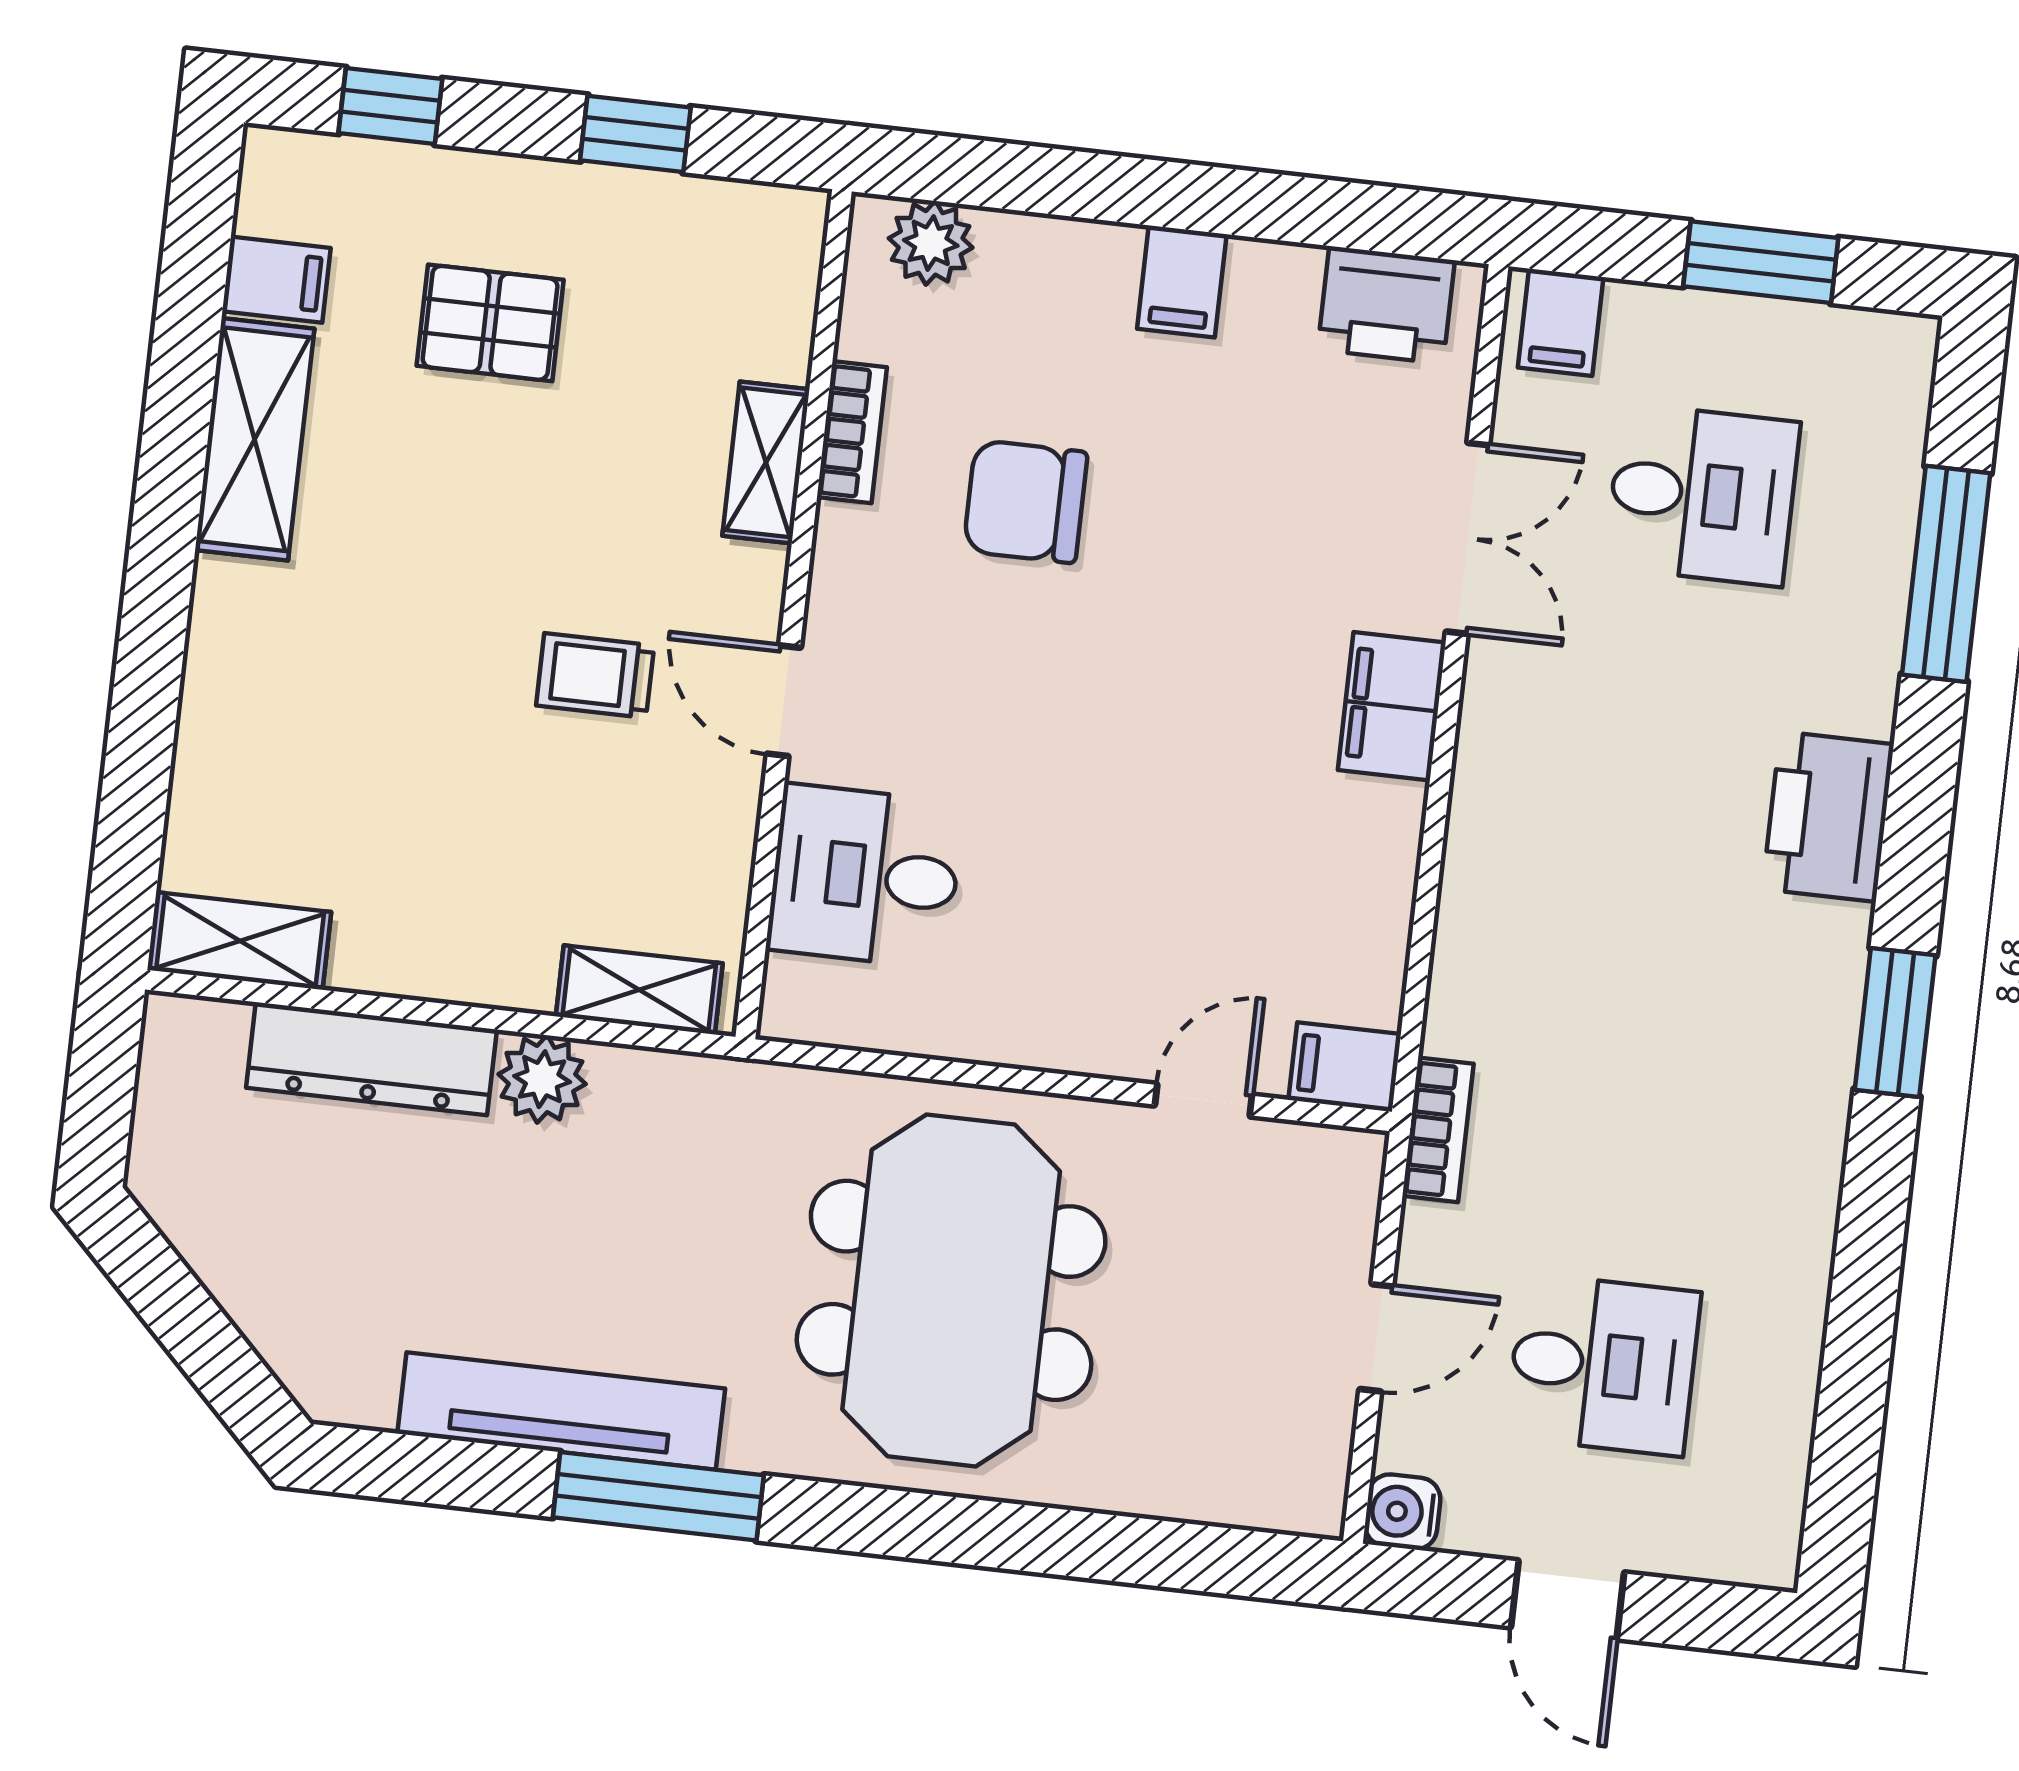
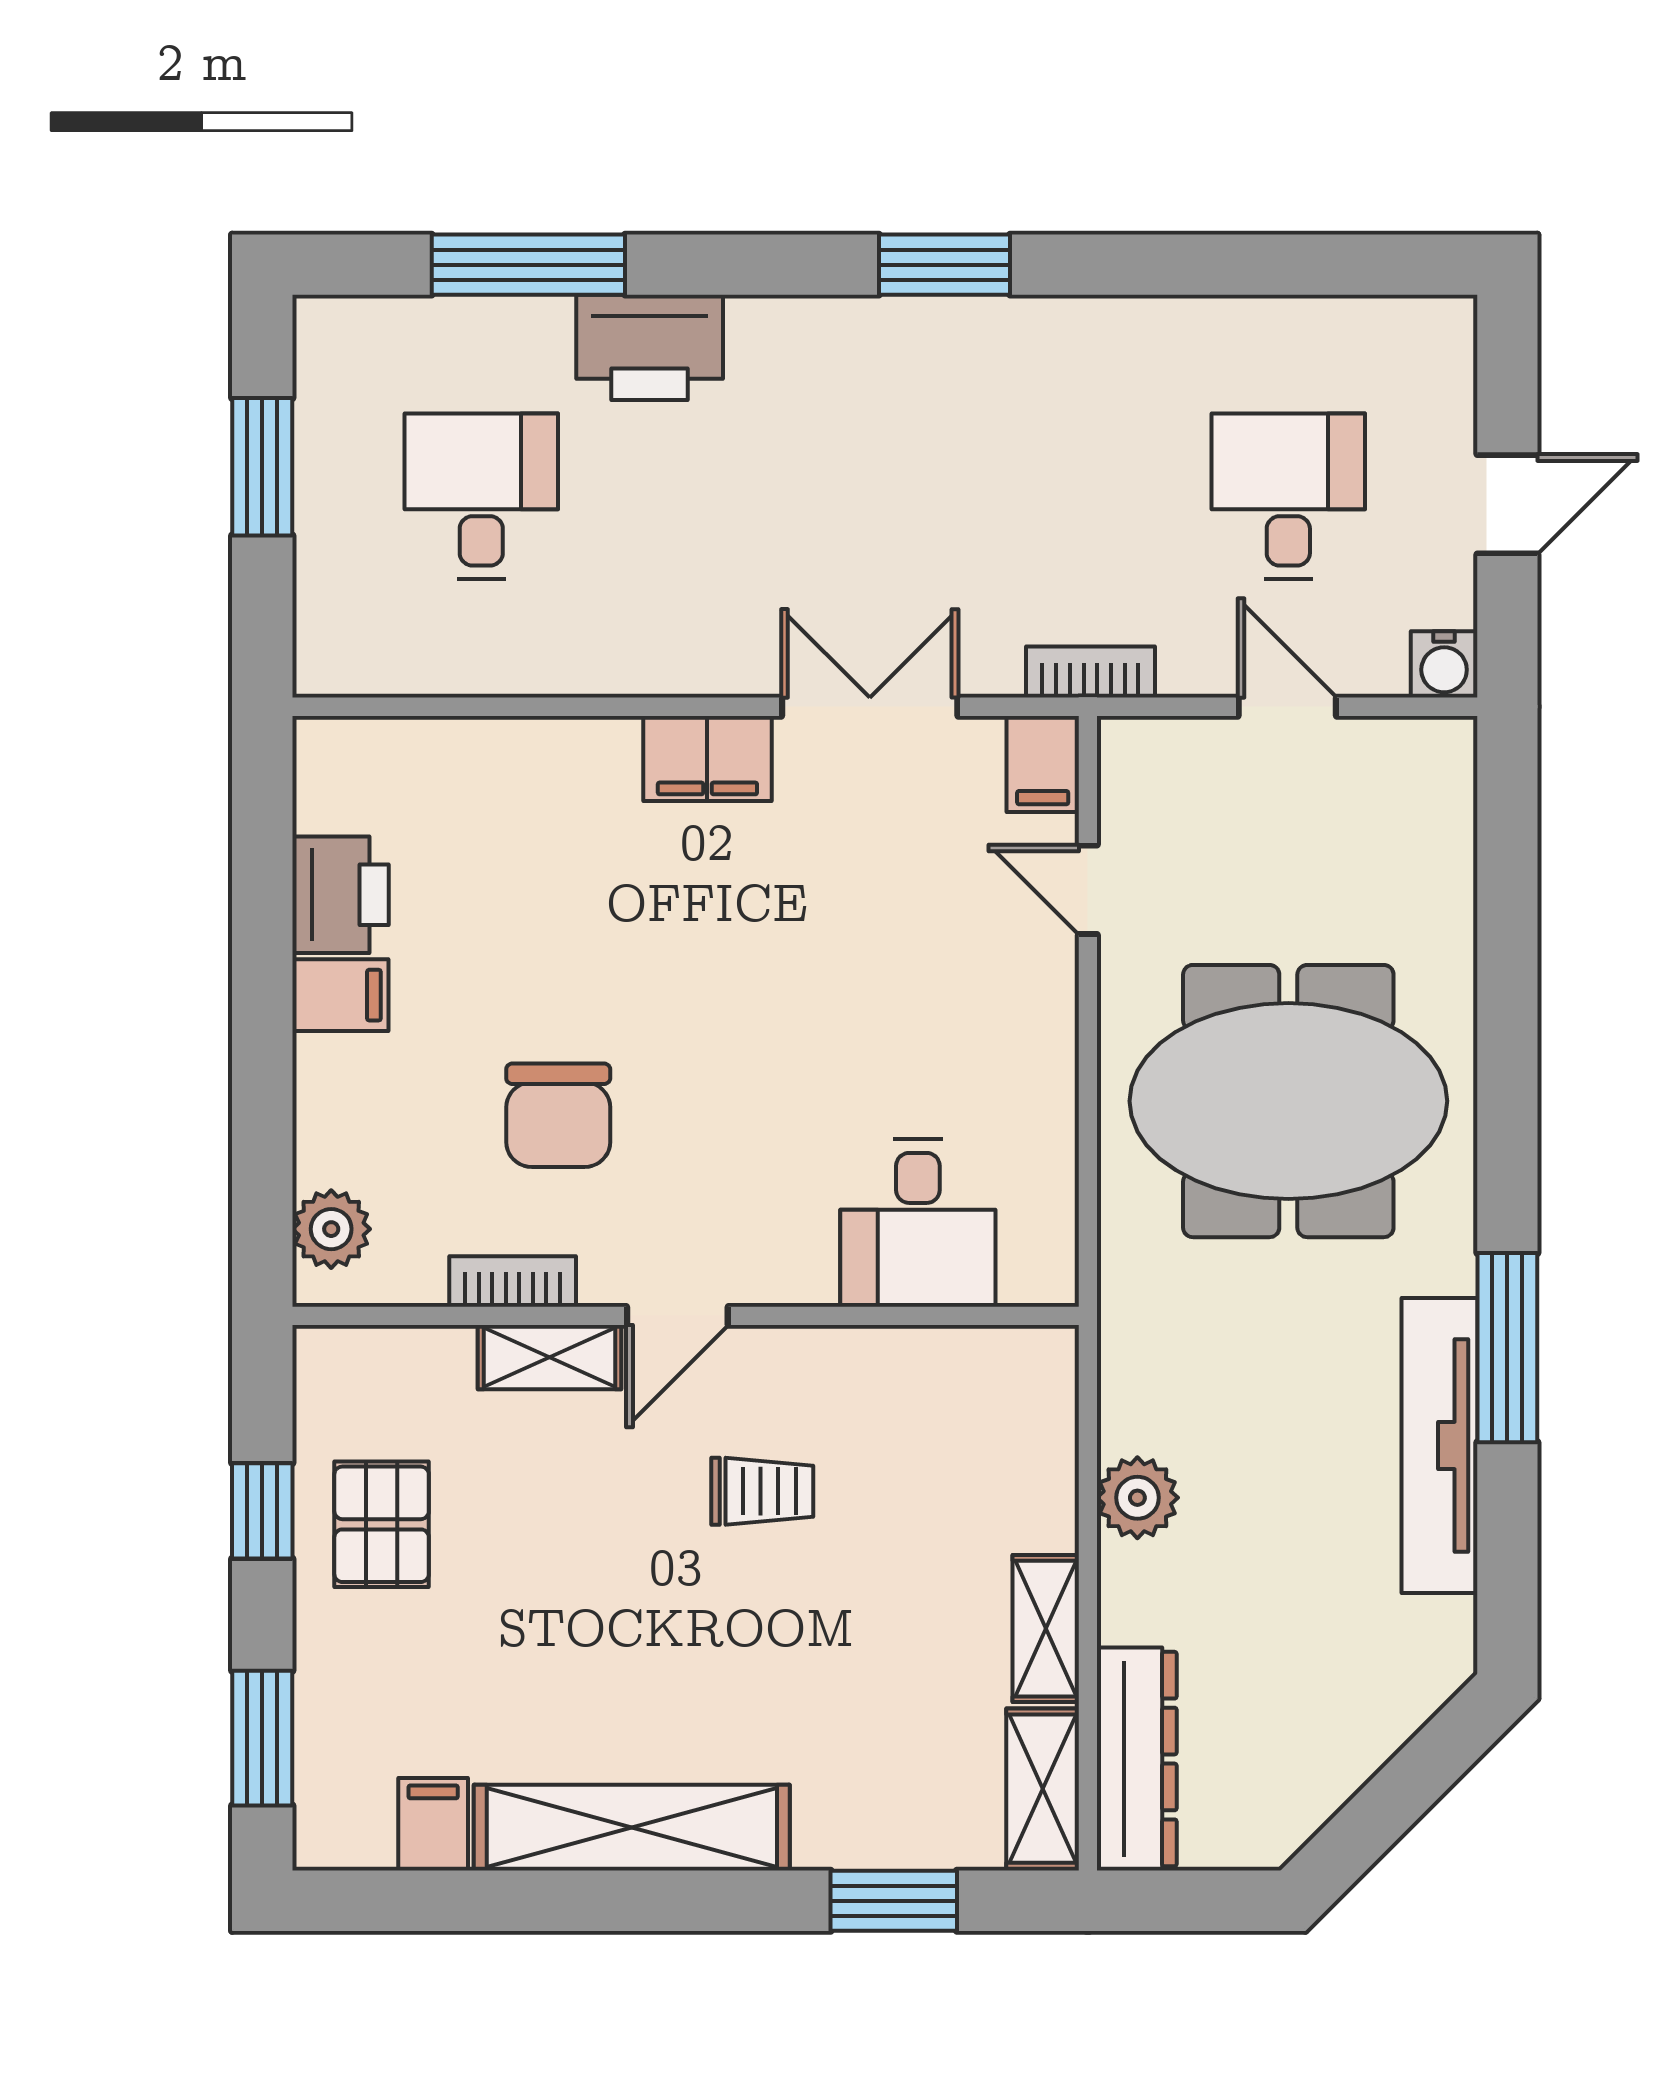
window: (390, 106) -> (262, 1738), width x1.50
printer: (1386, 305) -> (340, 895), moved
filing cabinet: (1561, 322) -> (338, 644), removed
pallet: (490, 323) -> (382, 1524), moved
shelving: (255, 439) -> (632, 1828), width x1.47
double door: (1467, 538) -> (870, 707), moved
trolley: (595, 675) -> (762, 1491), turned -90
door: (784, 701) -> (677, 1316), moved
window: (137, 767) -> (894, 1901), added
printer: (1828, 817) -> (650, 347), moved
shelving: (639, 990) -> (1046, 1629), moved
dresser: (371, 1059) -> (1137, 1759), moved

